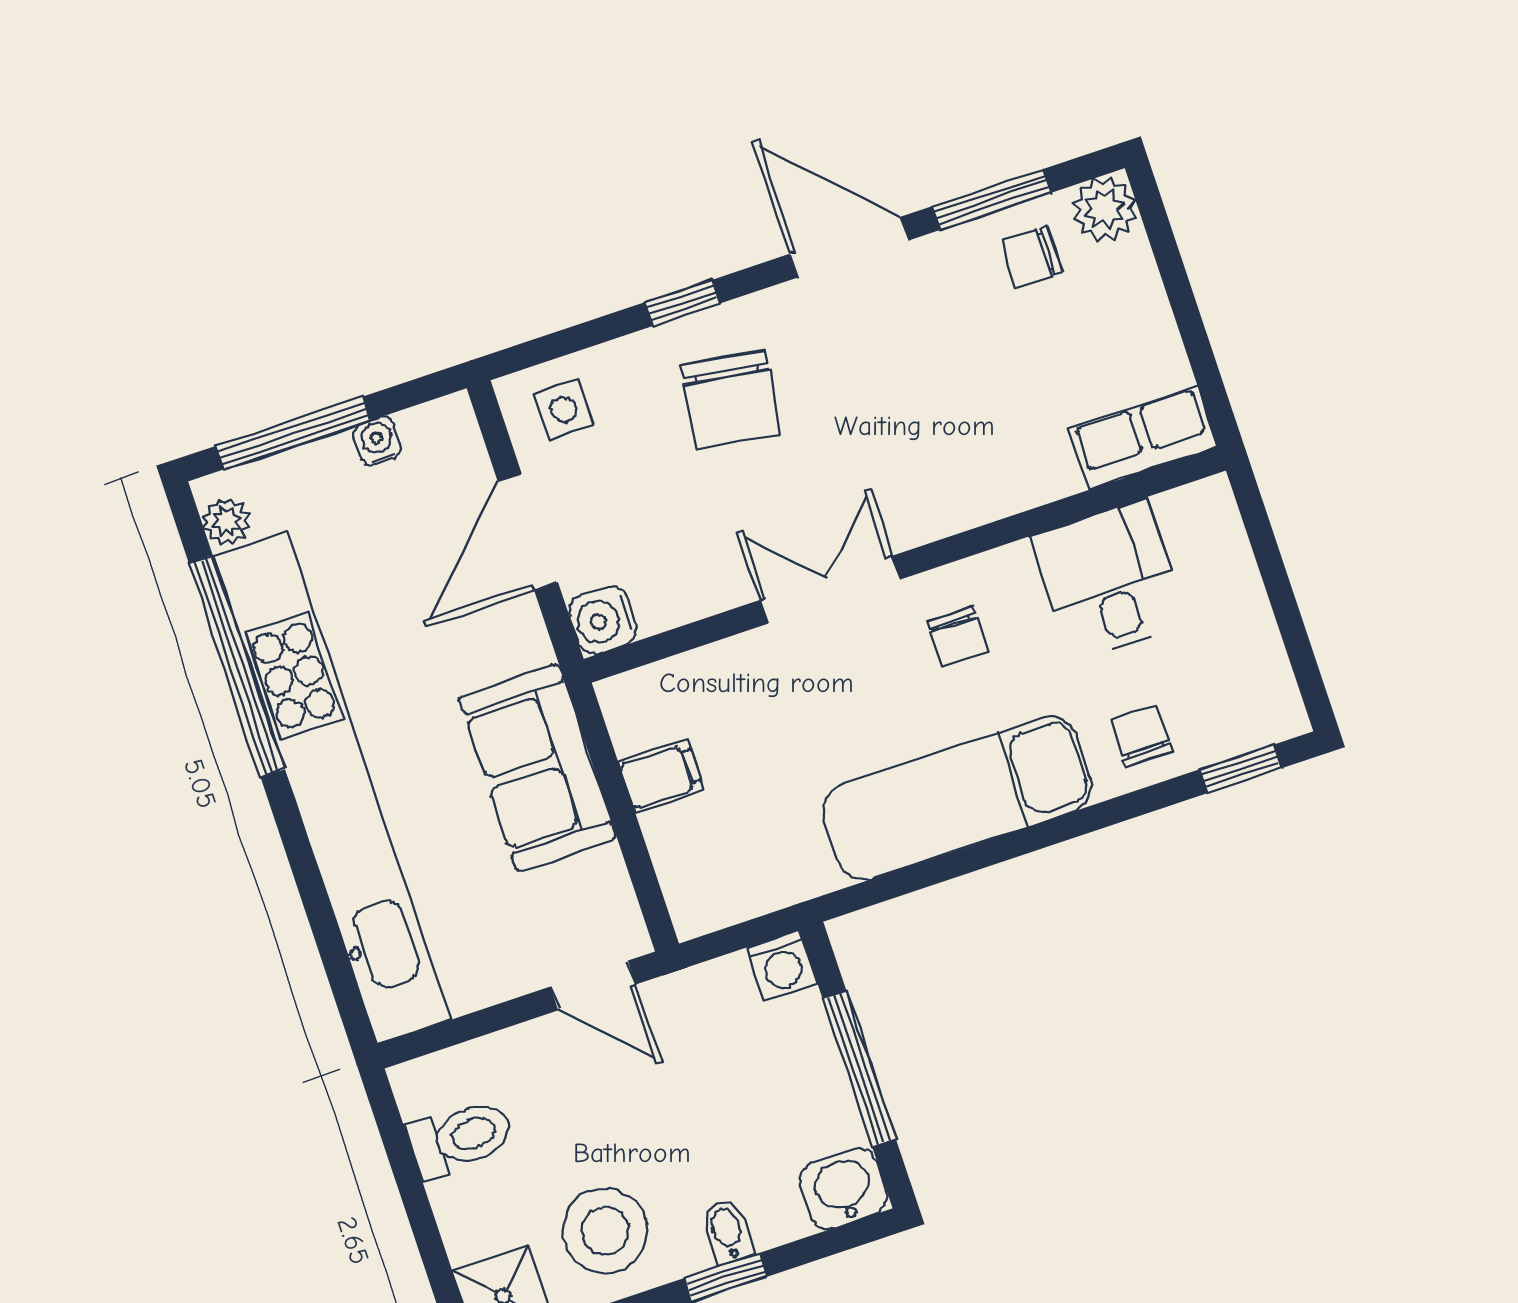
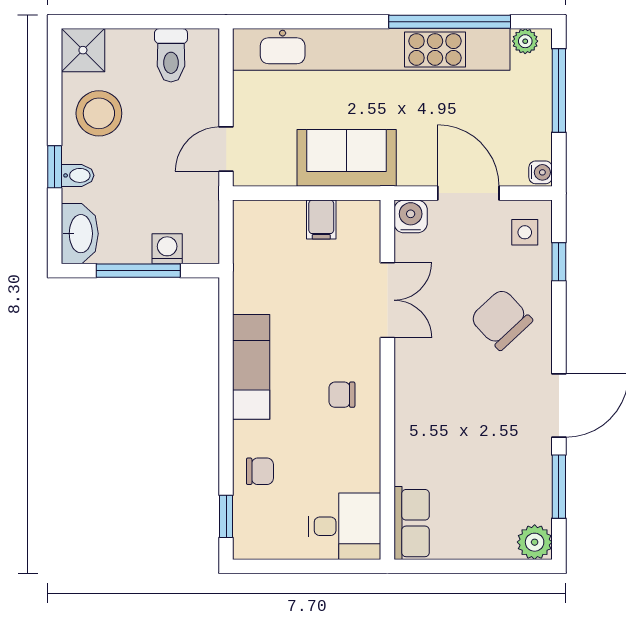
chair: (1032, 256) -> (523, 497), removed
window: (682, 303) -> (559, 262), moved
chair: (731, 400) -> (501, 319), turned 39
water cooler: (377, 441) -> (541, 172), moved
desk: (1109, 580) -> (345, 526), moved
double door: (830, 590) -> (387, 300), moved
exam couch: (957, 798) -> (251, 367), width x0.73, depth x0.69
washing machine: (782, 965) -> (167, 249), moved, turned 90
washbasin: (843, 1189) -> (80, 234), width x1.38

